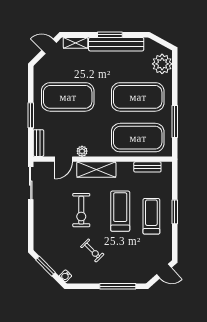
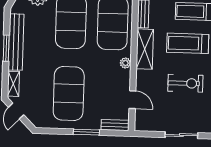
plant: (82, 151) -> (125, 63), moved
shelving: (96, 170) -> (145, 49), moved
sliding door: (31, 183) -> (181, 135), moved

